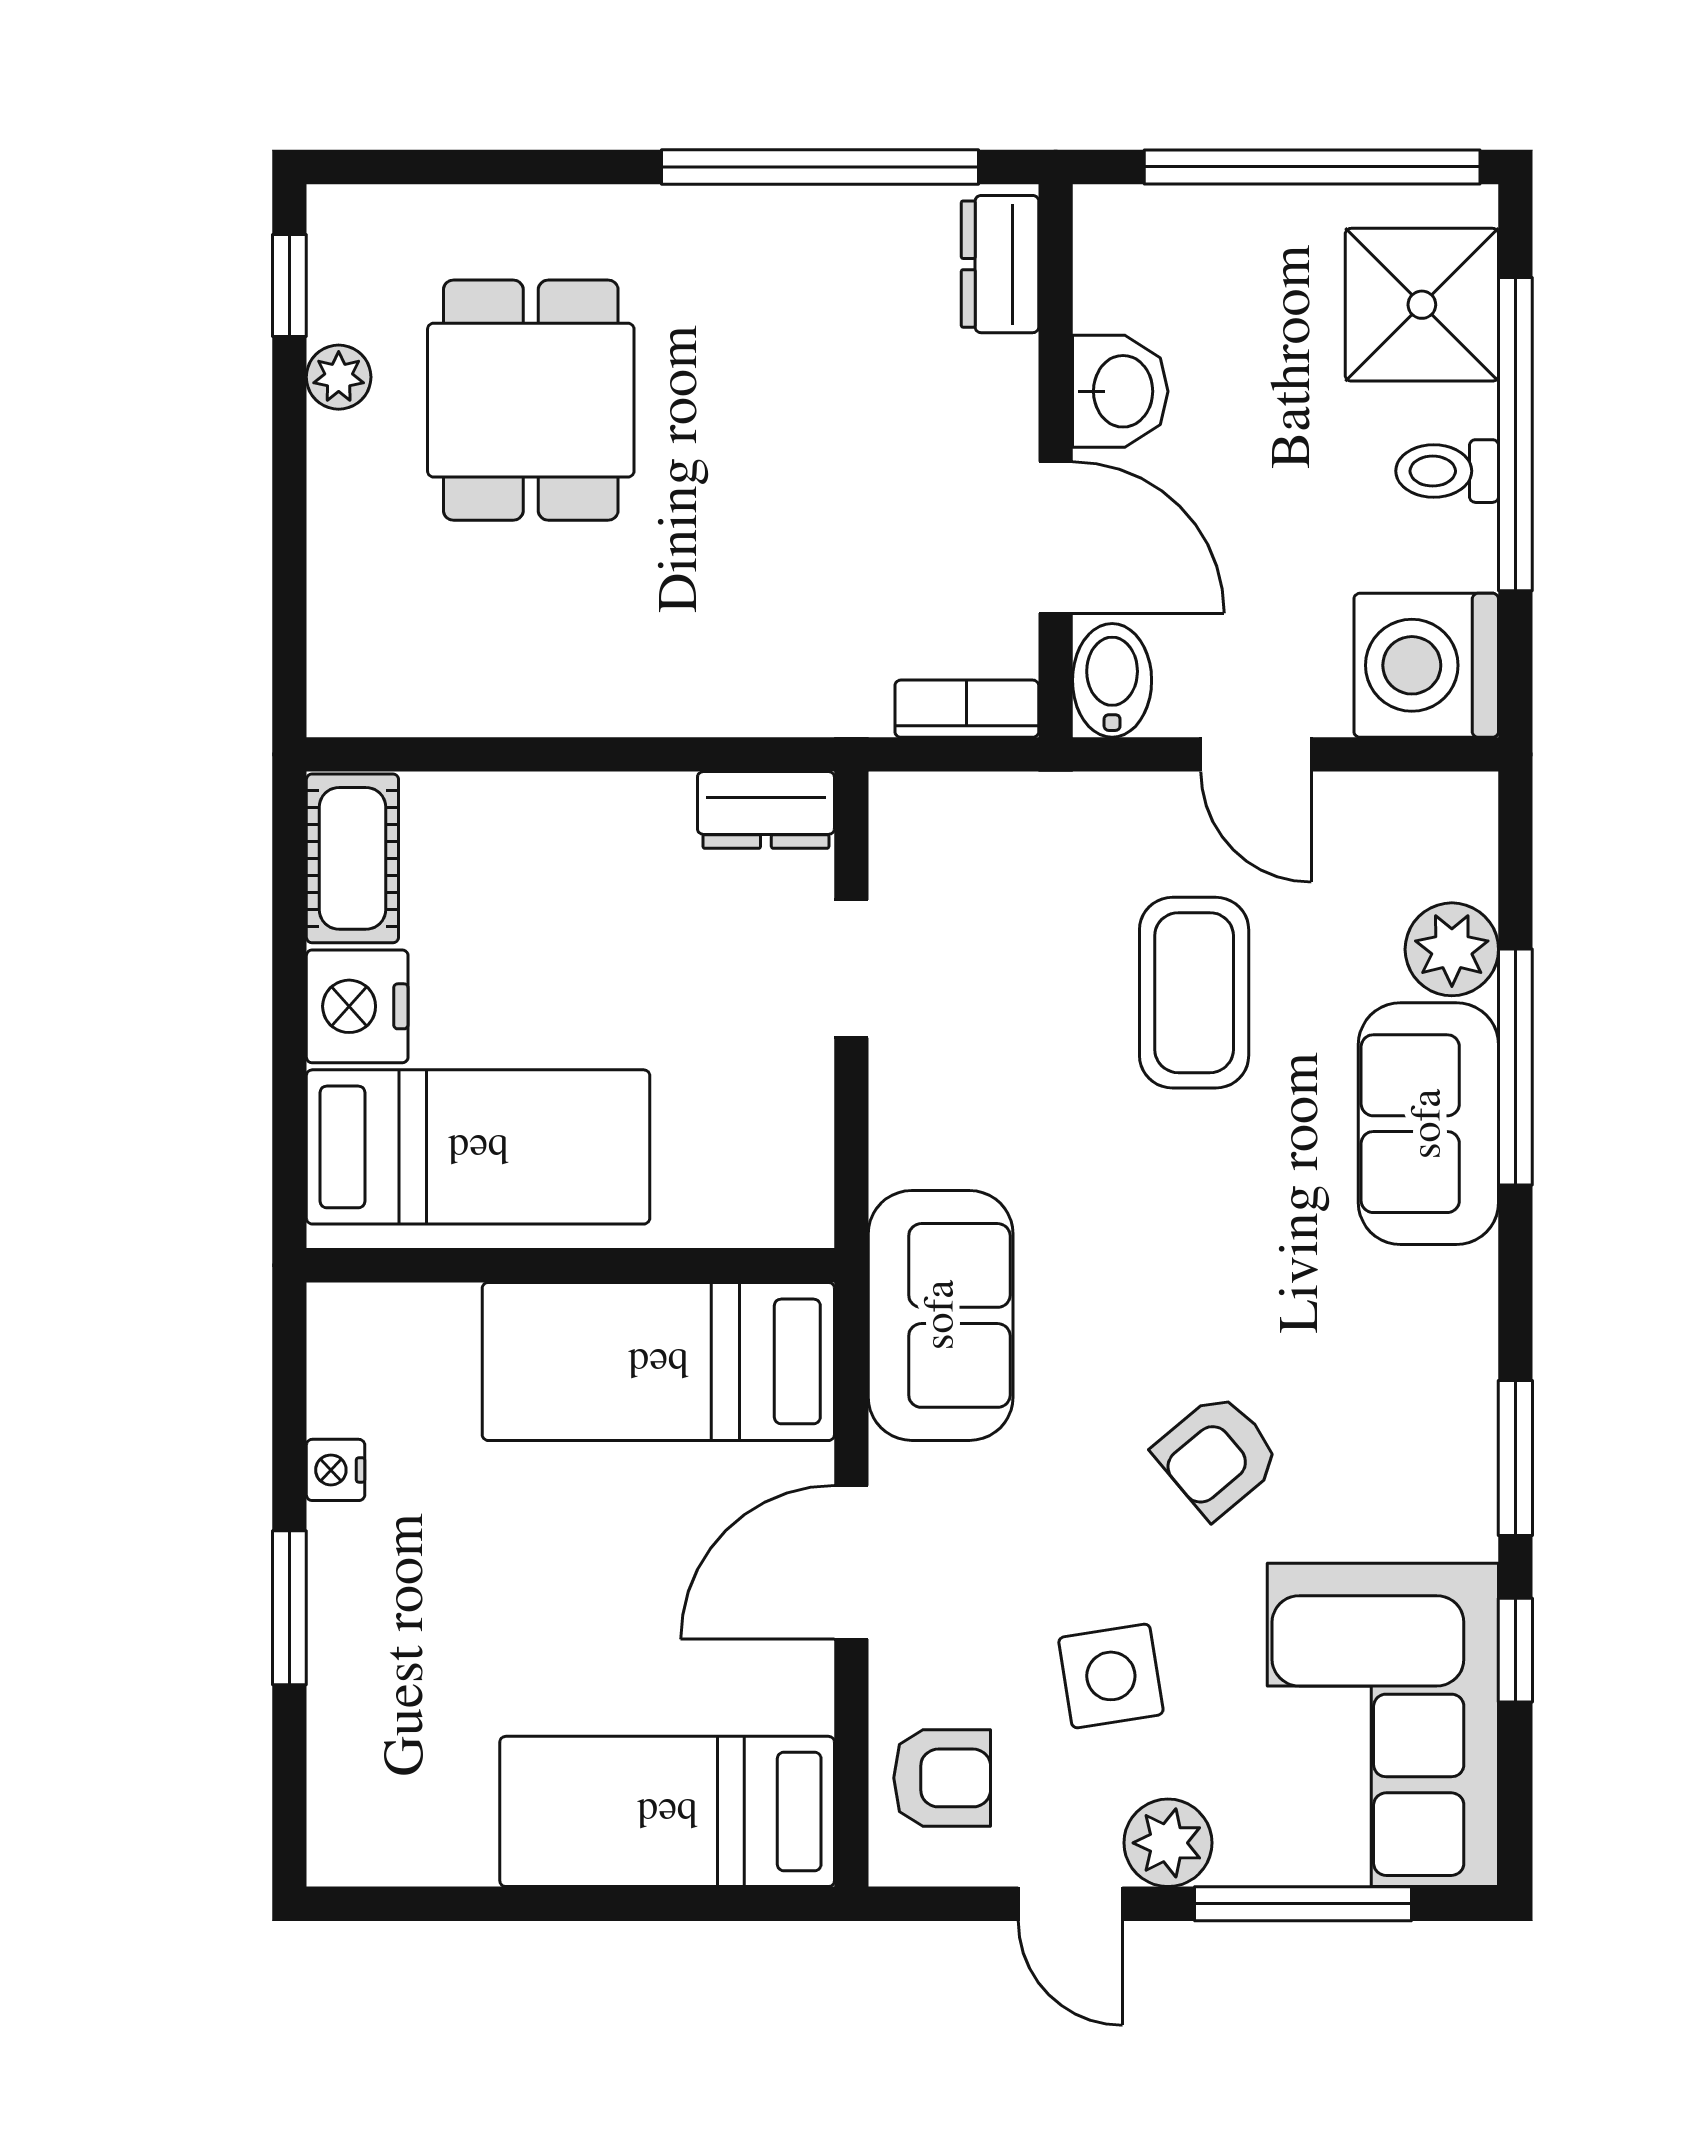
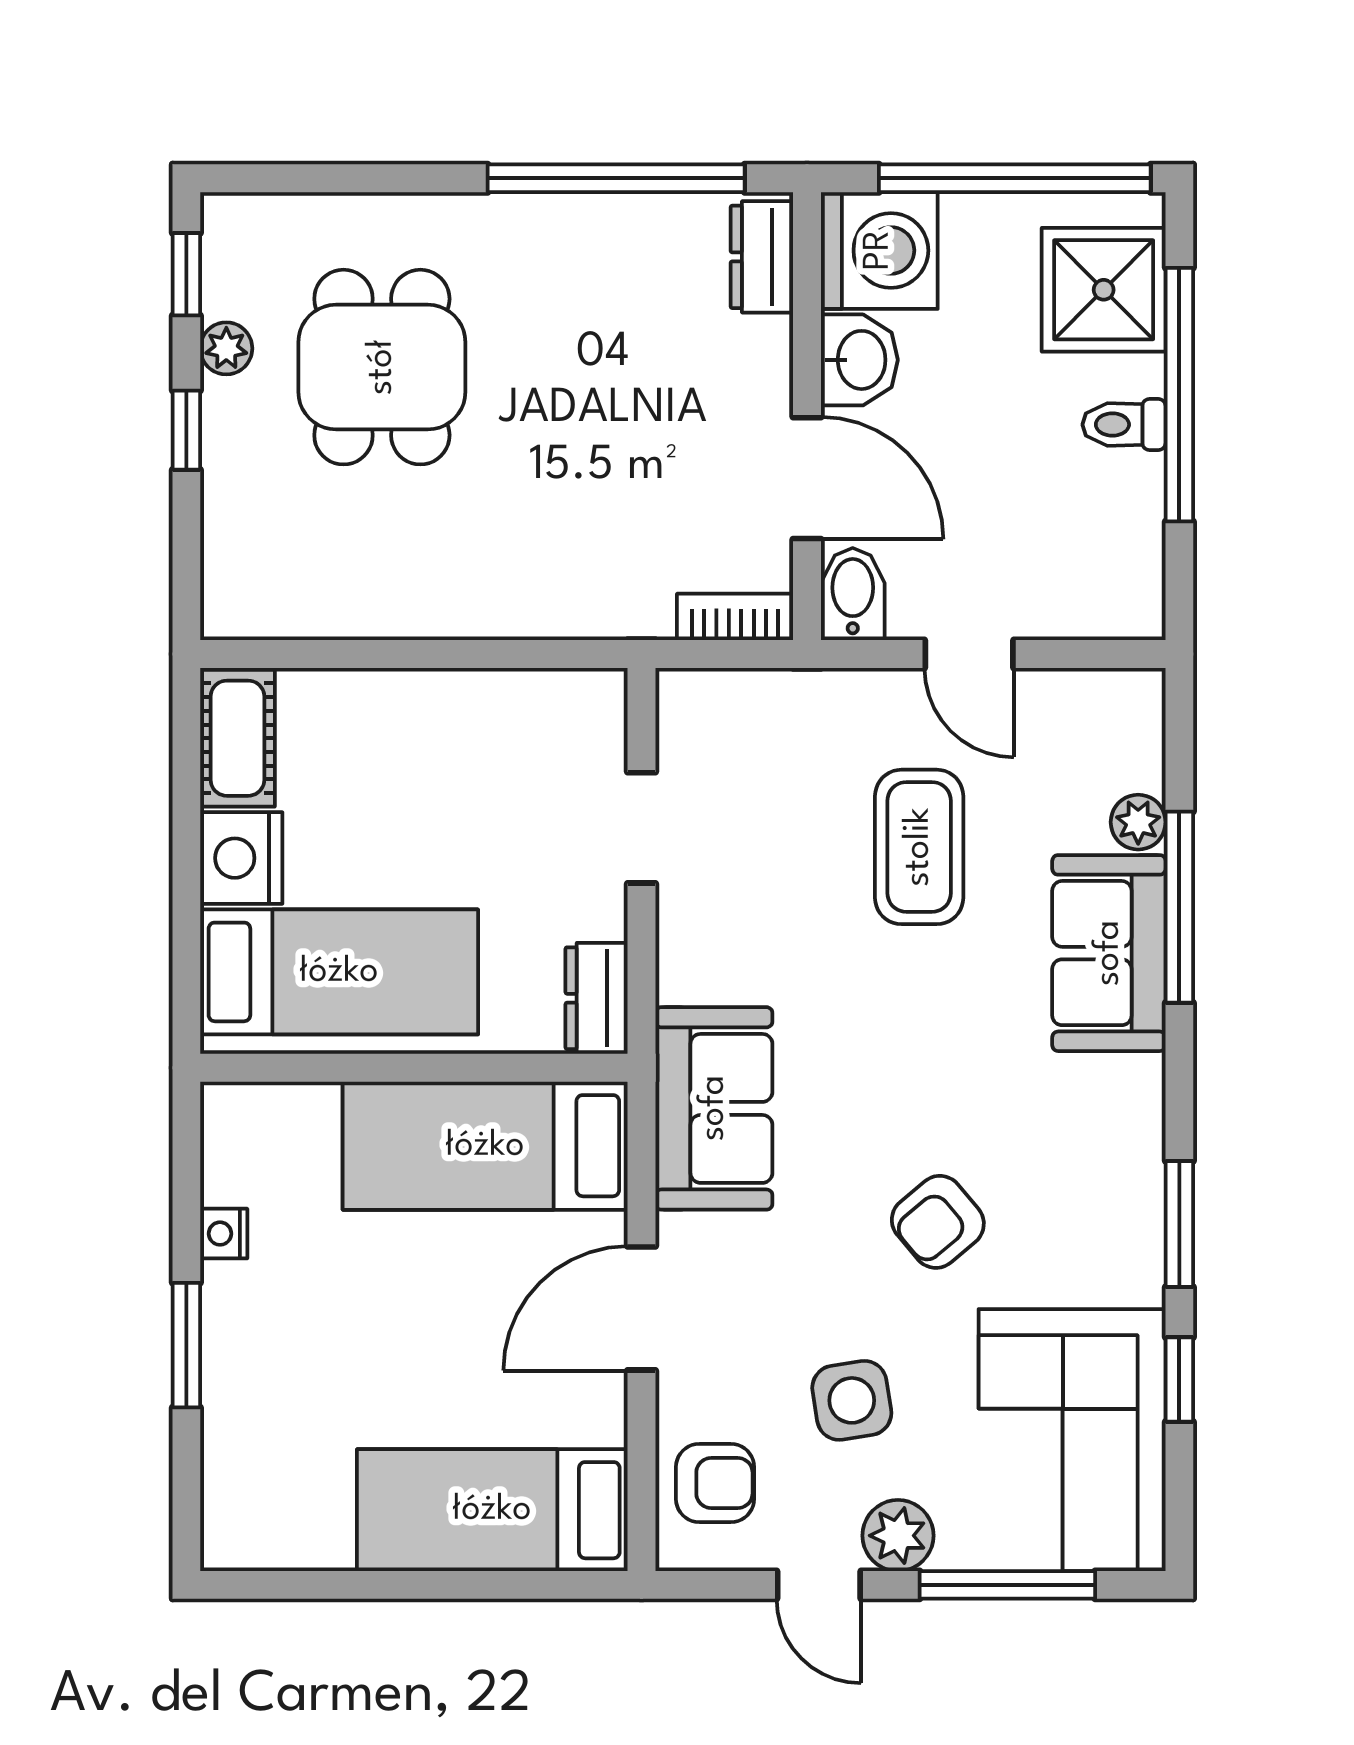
window: (289, 478) -> (186, 430), added
washing machine: (1426, 665) -> (879, 250), moved, turned 180
dresser: (766, 810) -> (597, 998), moved, turned 90
plant: (1452, 949) -> (1138, 822), width x0.73, depth x0.73

